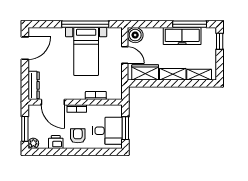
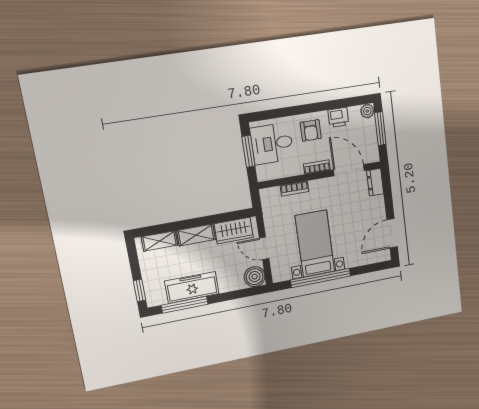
dresser: (34, 85) -> (375, 182), width x0.70

